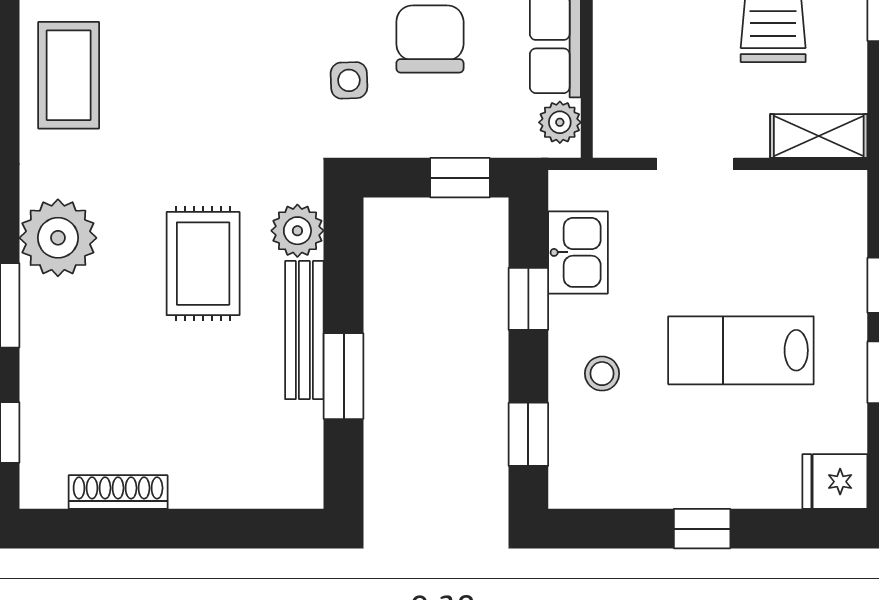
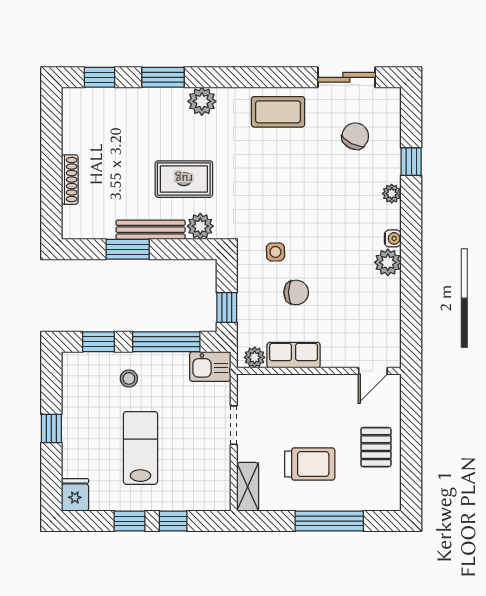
chair: (430, 39) -> (296, 292), width x0.73, depth x0.73
plant: (58, 238) -> (202, 101), width x0.73, depth x0.73
kitchen sink: (578, 252) -> (210, 366), moved
window: (528, 299) -> (166, 342), width x2.17
shoe rack: (118, 492) -> (70, 180), moved

